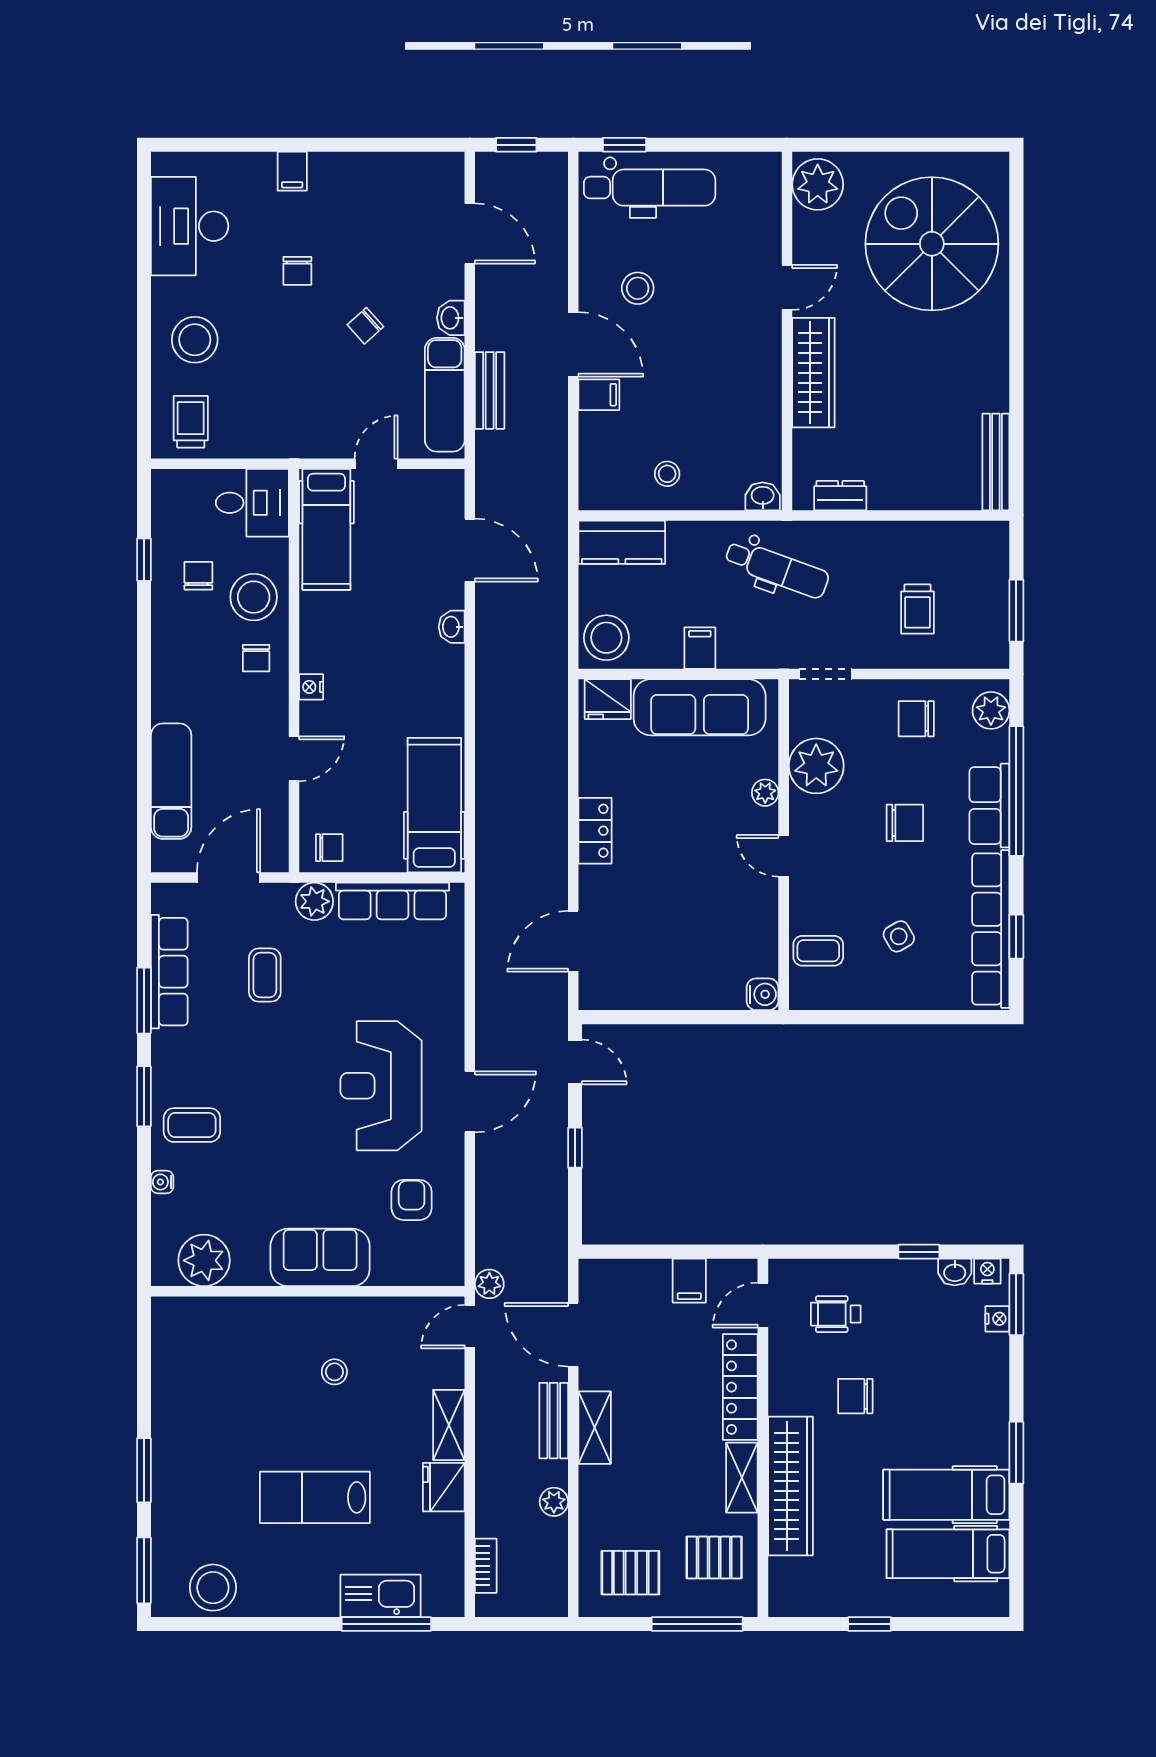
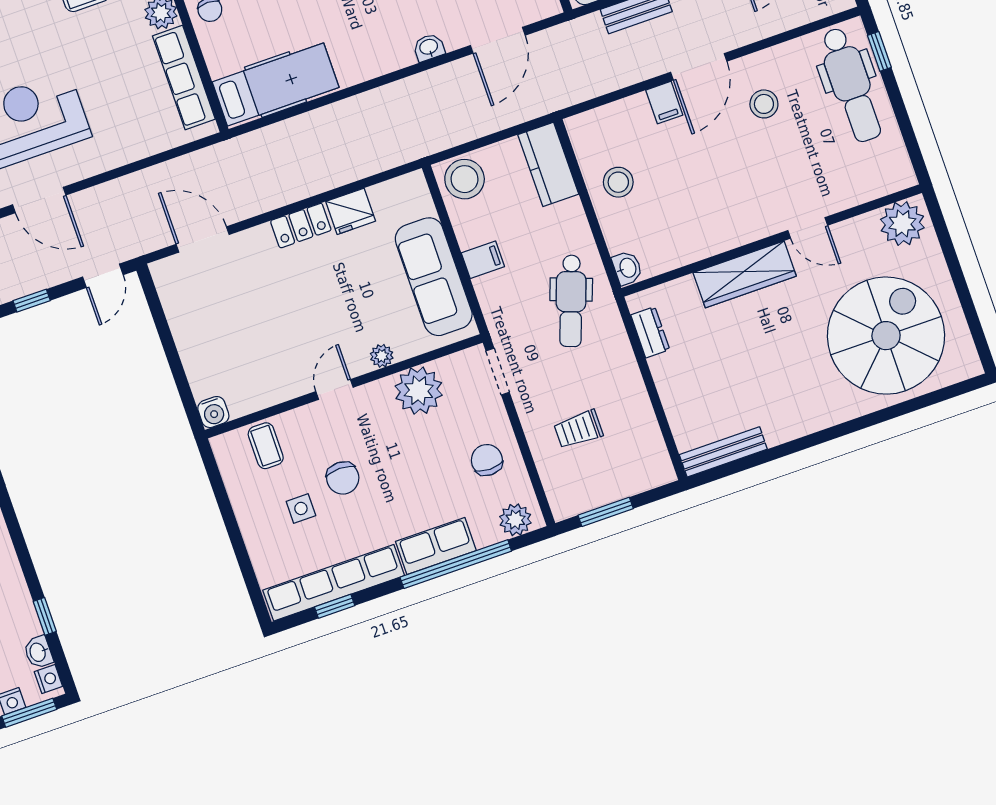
stool: (667, 474) -> (618, 182), width x1.37, depth x1.37
fridge: (608, 699) -> (351, 211), moved, turned -90
chair: (905, 823) -> (343, 478), moved
side table: (899, 936) -> (301, 508), turned 30

